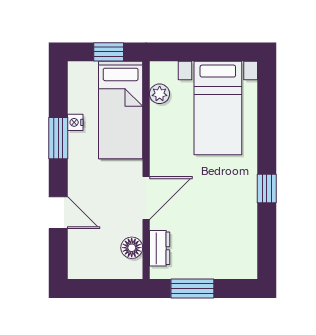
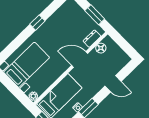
plant: (160, 94) -> (33, 96), moved
door: (58, 213) -> (113, 84), swing flipped

